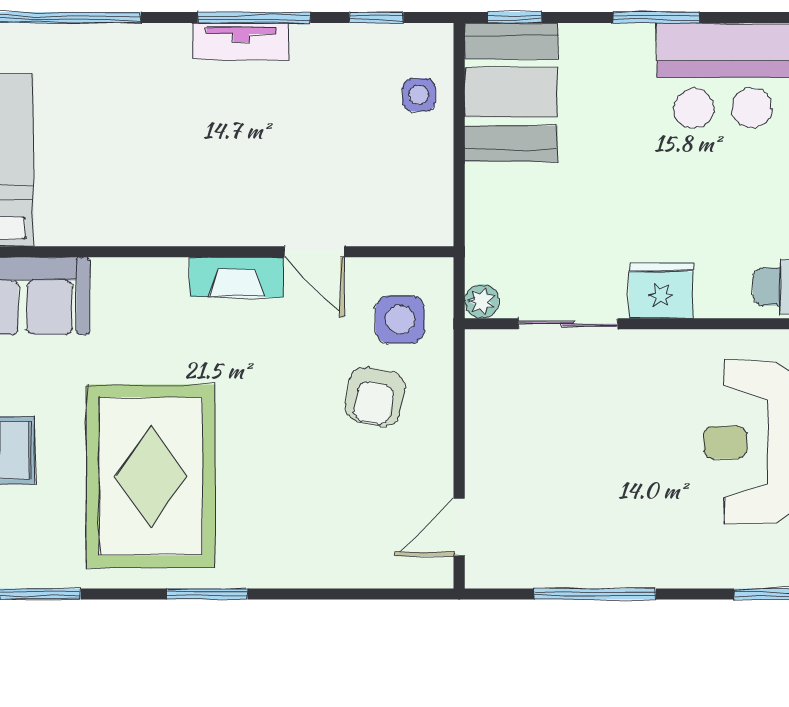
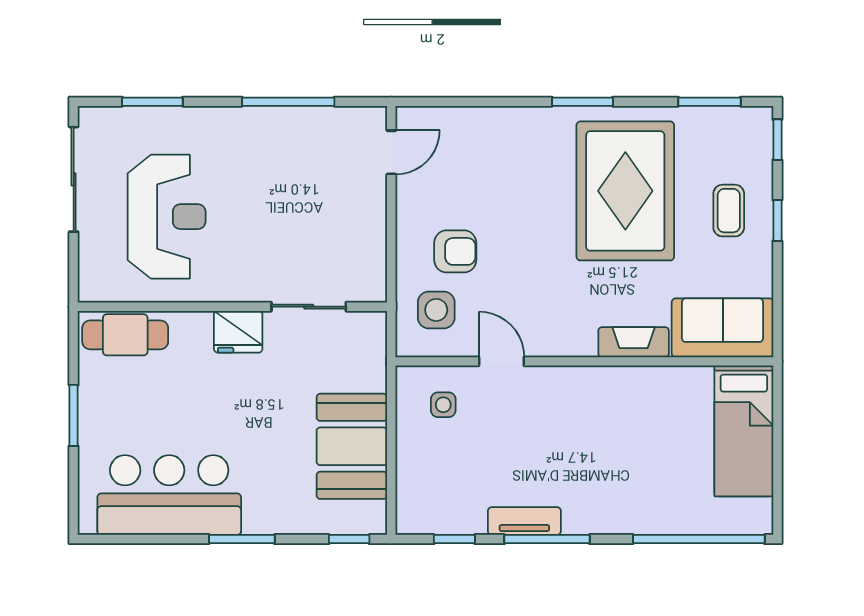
tv unit: (241, 41) -> (524, 521), moved
booth: (511, 92) -> (352, 446), moved
side table: (419, 95) -> (443, 405), moved
fireplace: (237, 277) -> (634, 342), moved
plant: (482, 301) -> (374, 324), removed
armchair: (375, 397) -> (455, 251), turned 78

